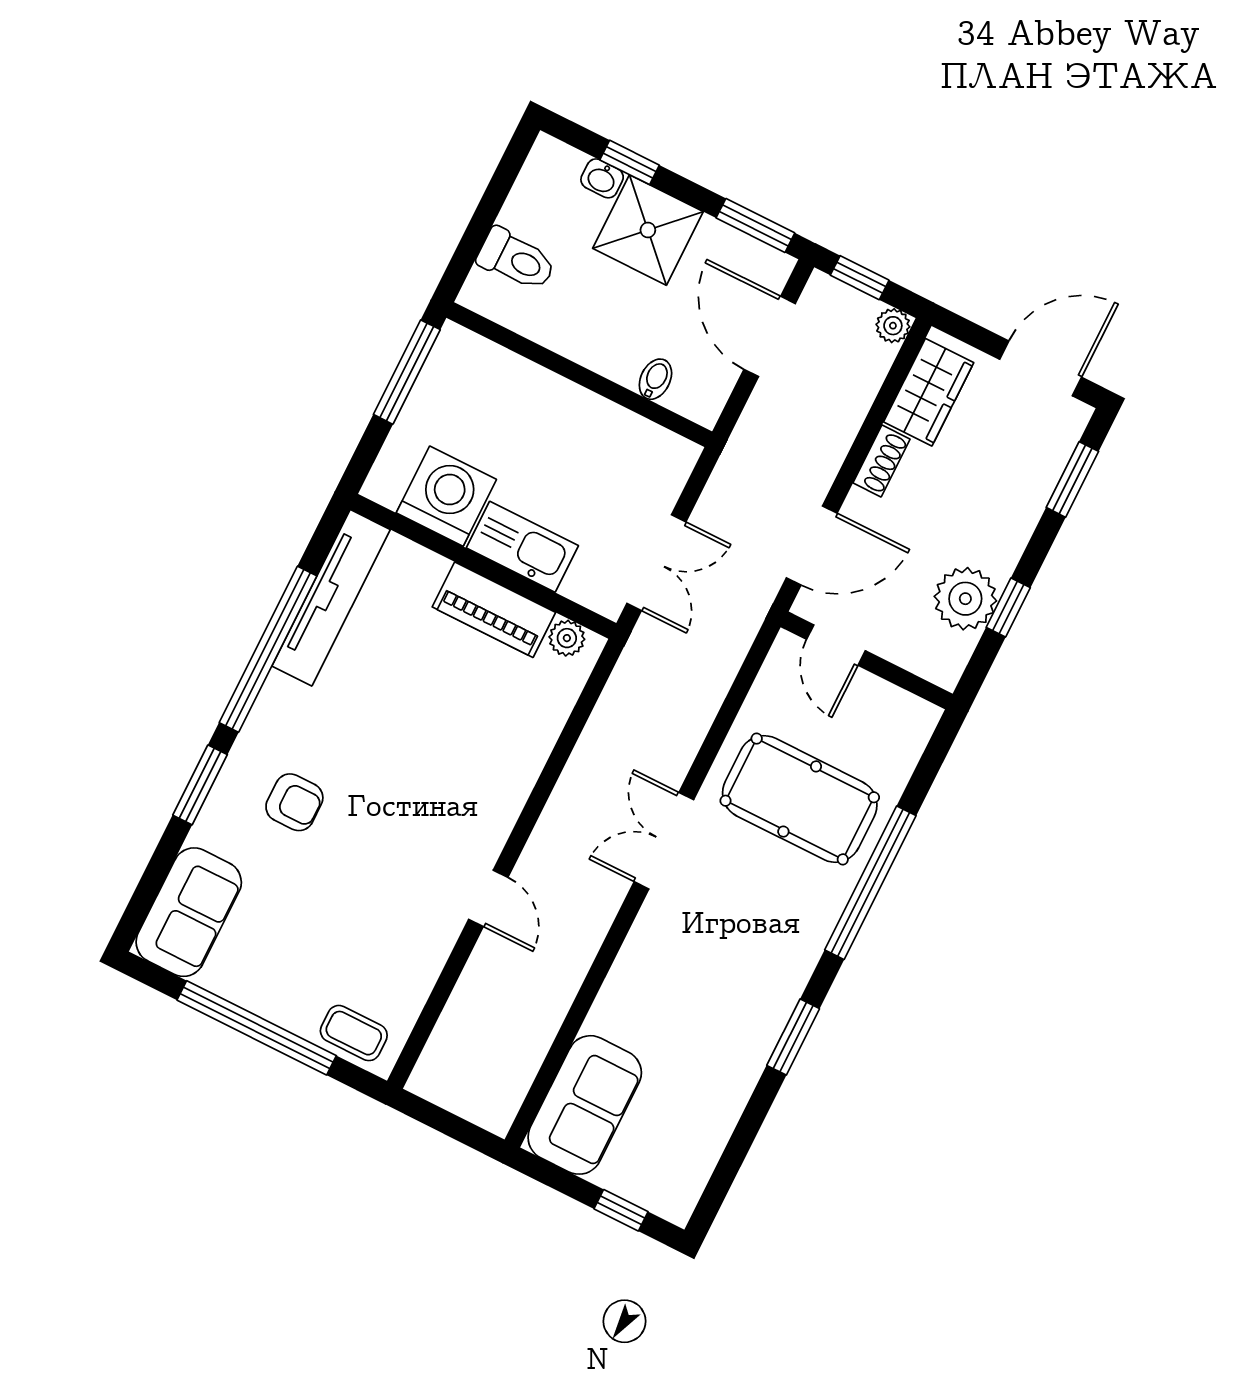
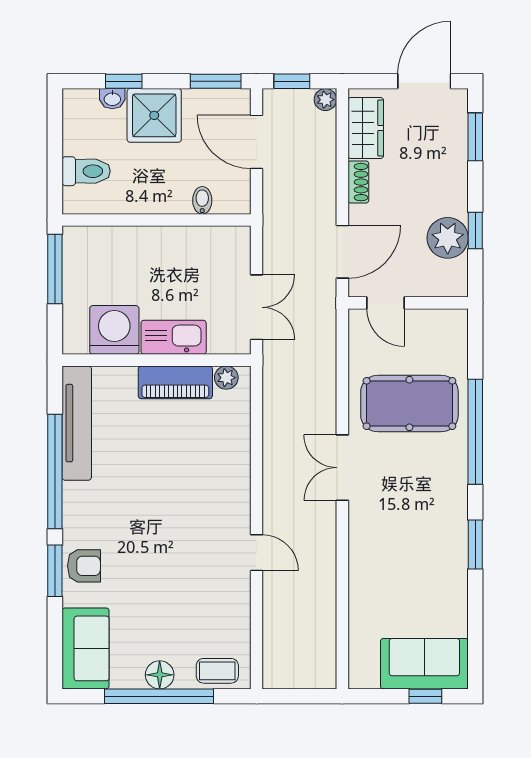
armchair: (294, 802) -> (84, 566), moved
floor lamp: (272, 999) -> (160, 675), added
sofa: (585, 1105) -> (424, 664), moved, turned -90

